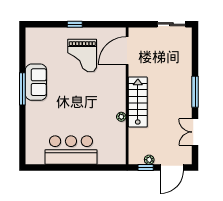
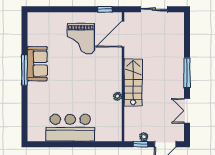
window: (75, 24) -> (105, 9), moved
sliding door: (171, 24) -> (154, 9), moved

